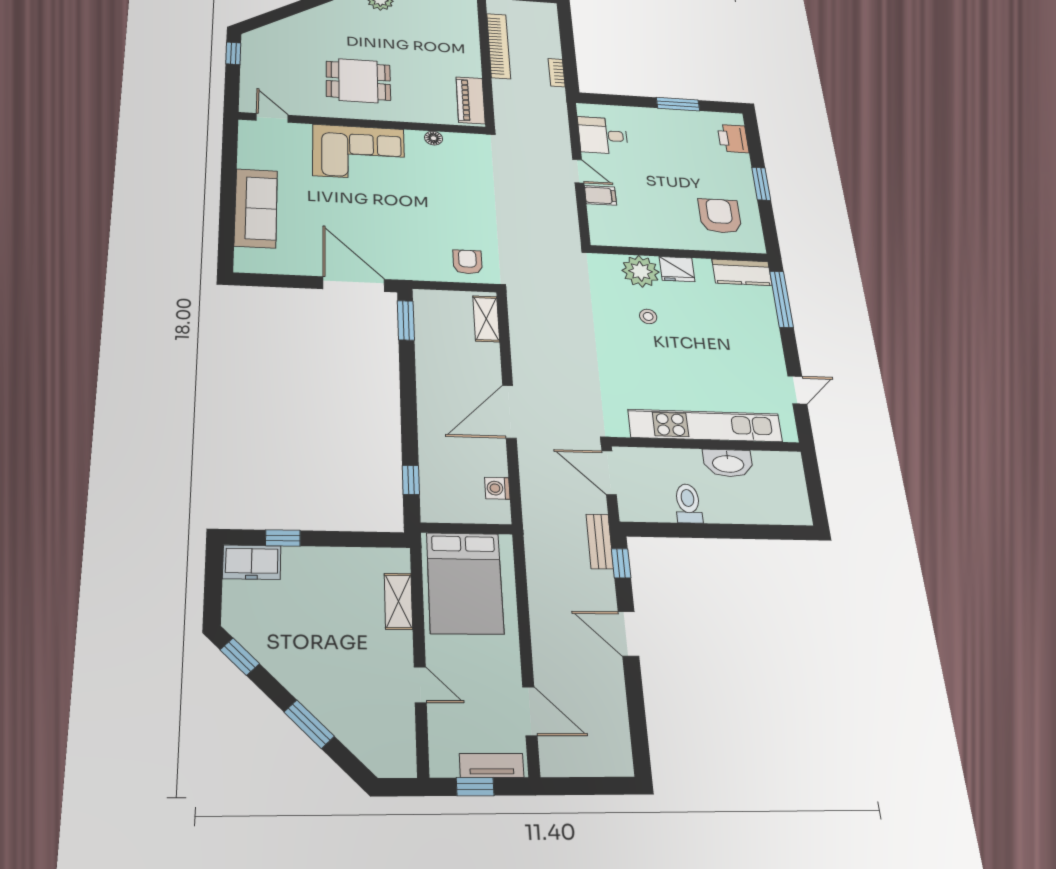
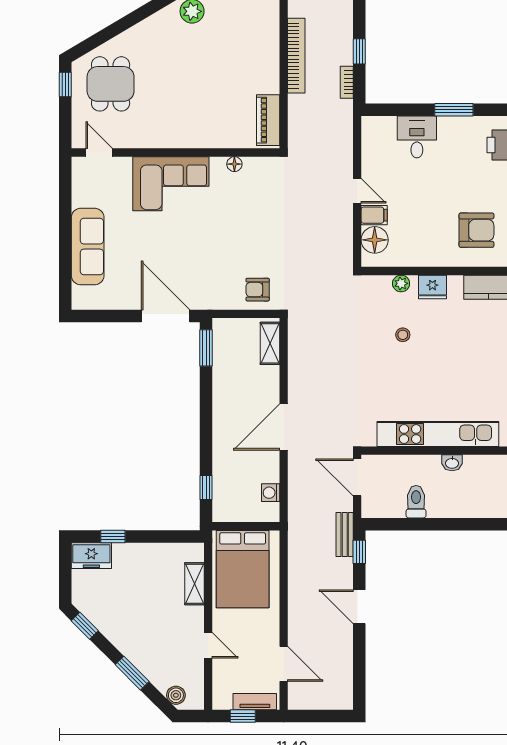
window: (568, 47) -> (359, 51), added
dining table: (358, 81) -> (111, 84), moved, turned 90
desk: (603, 135) -> (417, 137), moved, turned 90
armchair: (720, 216) -> (476, 230), turned 90
floor lamp: (604, 219) -> (375, 240), added
armchair: (468, 262) -> (258, 290), turned -90
plant: (641, 271) -> (401, 283), width x0.53, depth x0.53
washbasin: (728, 463) -> (452, 463), width x0.52, depth x0.69
boiler: (375, 756) -> (176, 695), added

